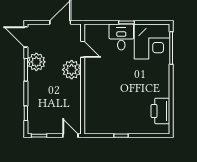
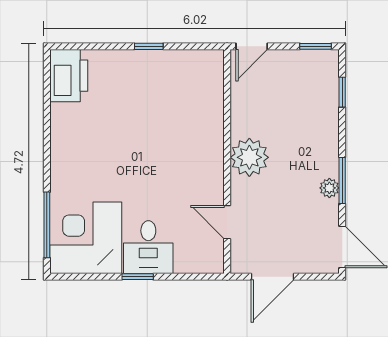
plant: (36, 62) -> (329, 188), width x0.53, depth x0.53
plant: (72, 70) -> (249, 157), moved
printer: (160, 111) -> (69, 76), moved
door: (70, 136) -> (252, 46), hinge flipped

